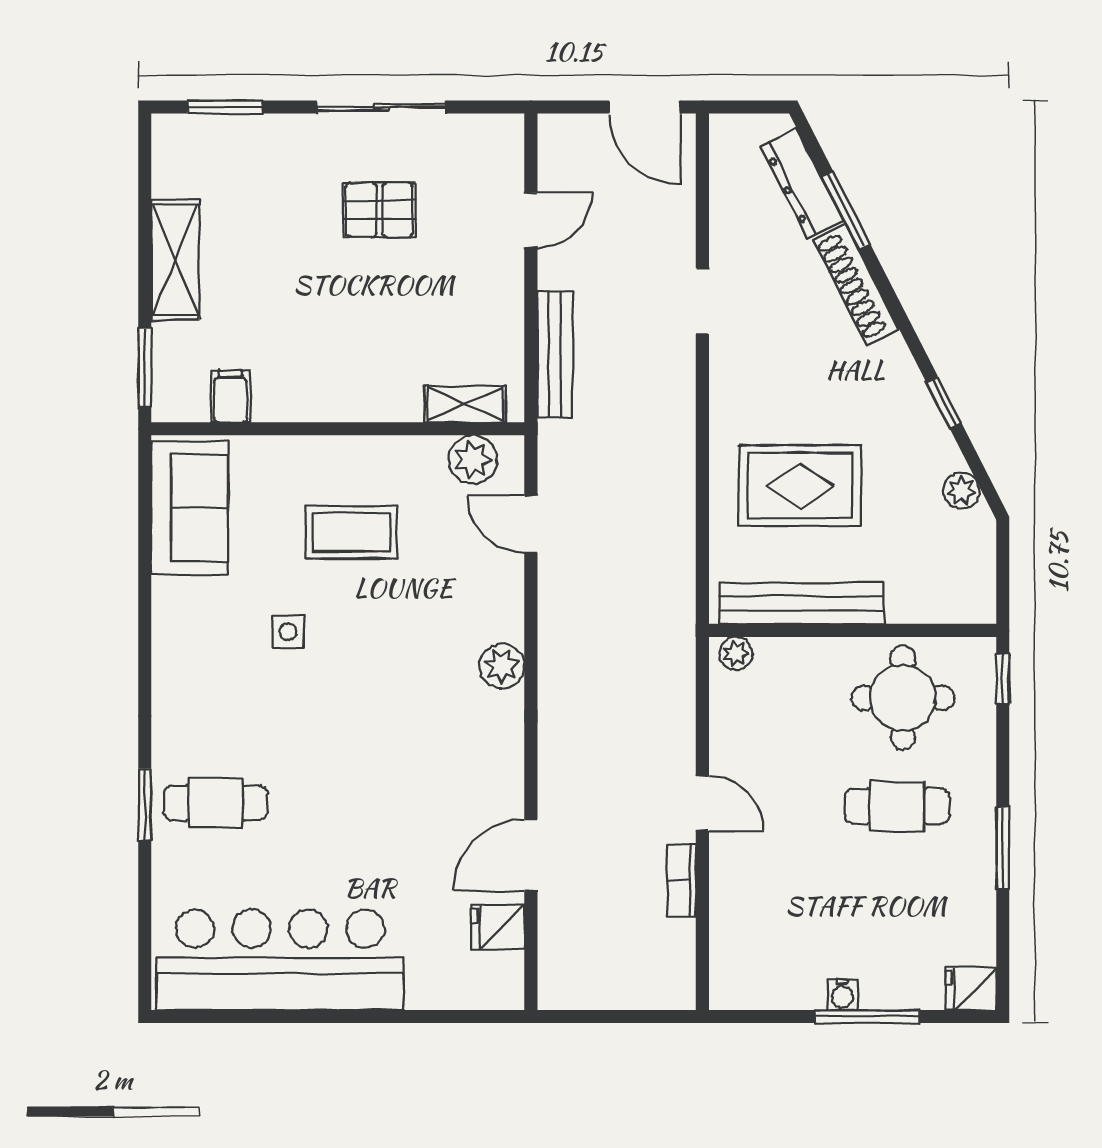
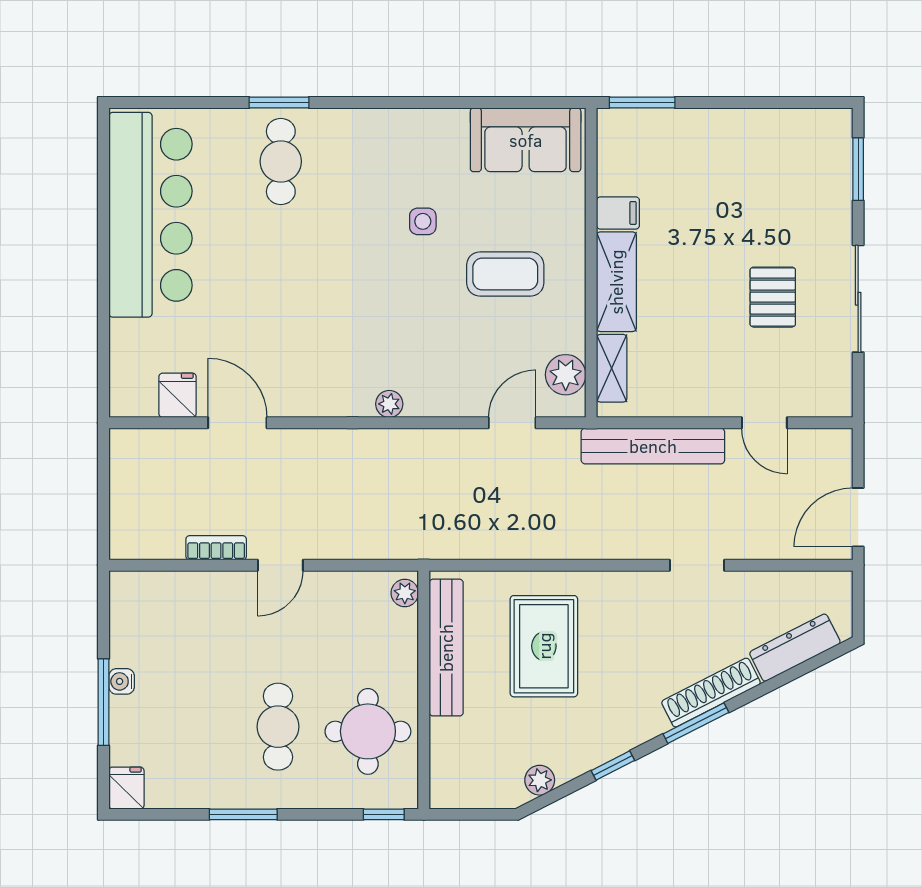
window: (846, 210) -> (696, 723), moved
shelving: (175, 260) -> (616, 282), moved, turned 90
bench: (555, 354) -> (653, 446), width x1.37, depth x1.21
filing cabinet: (231, 396) -> (618, 213), moved
coffee table: (351, 532) -> (505, 274), turned 90
plant: (502, 666) -> (389, 404), width x0.73, depth x0.73

